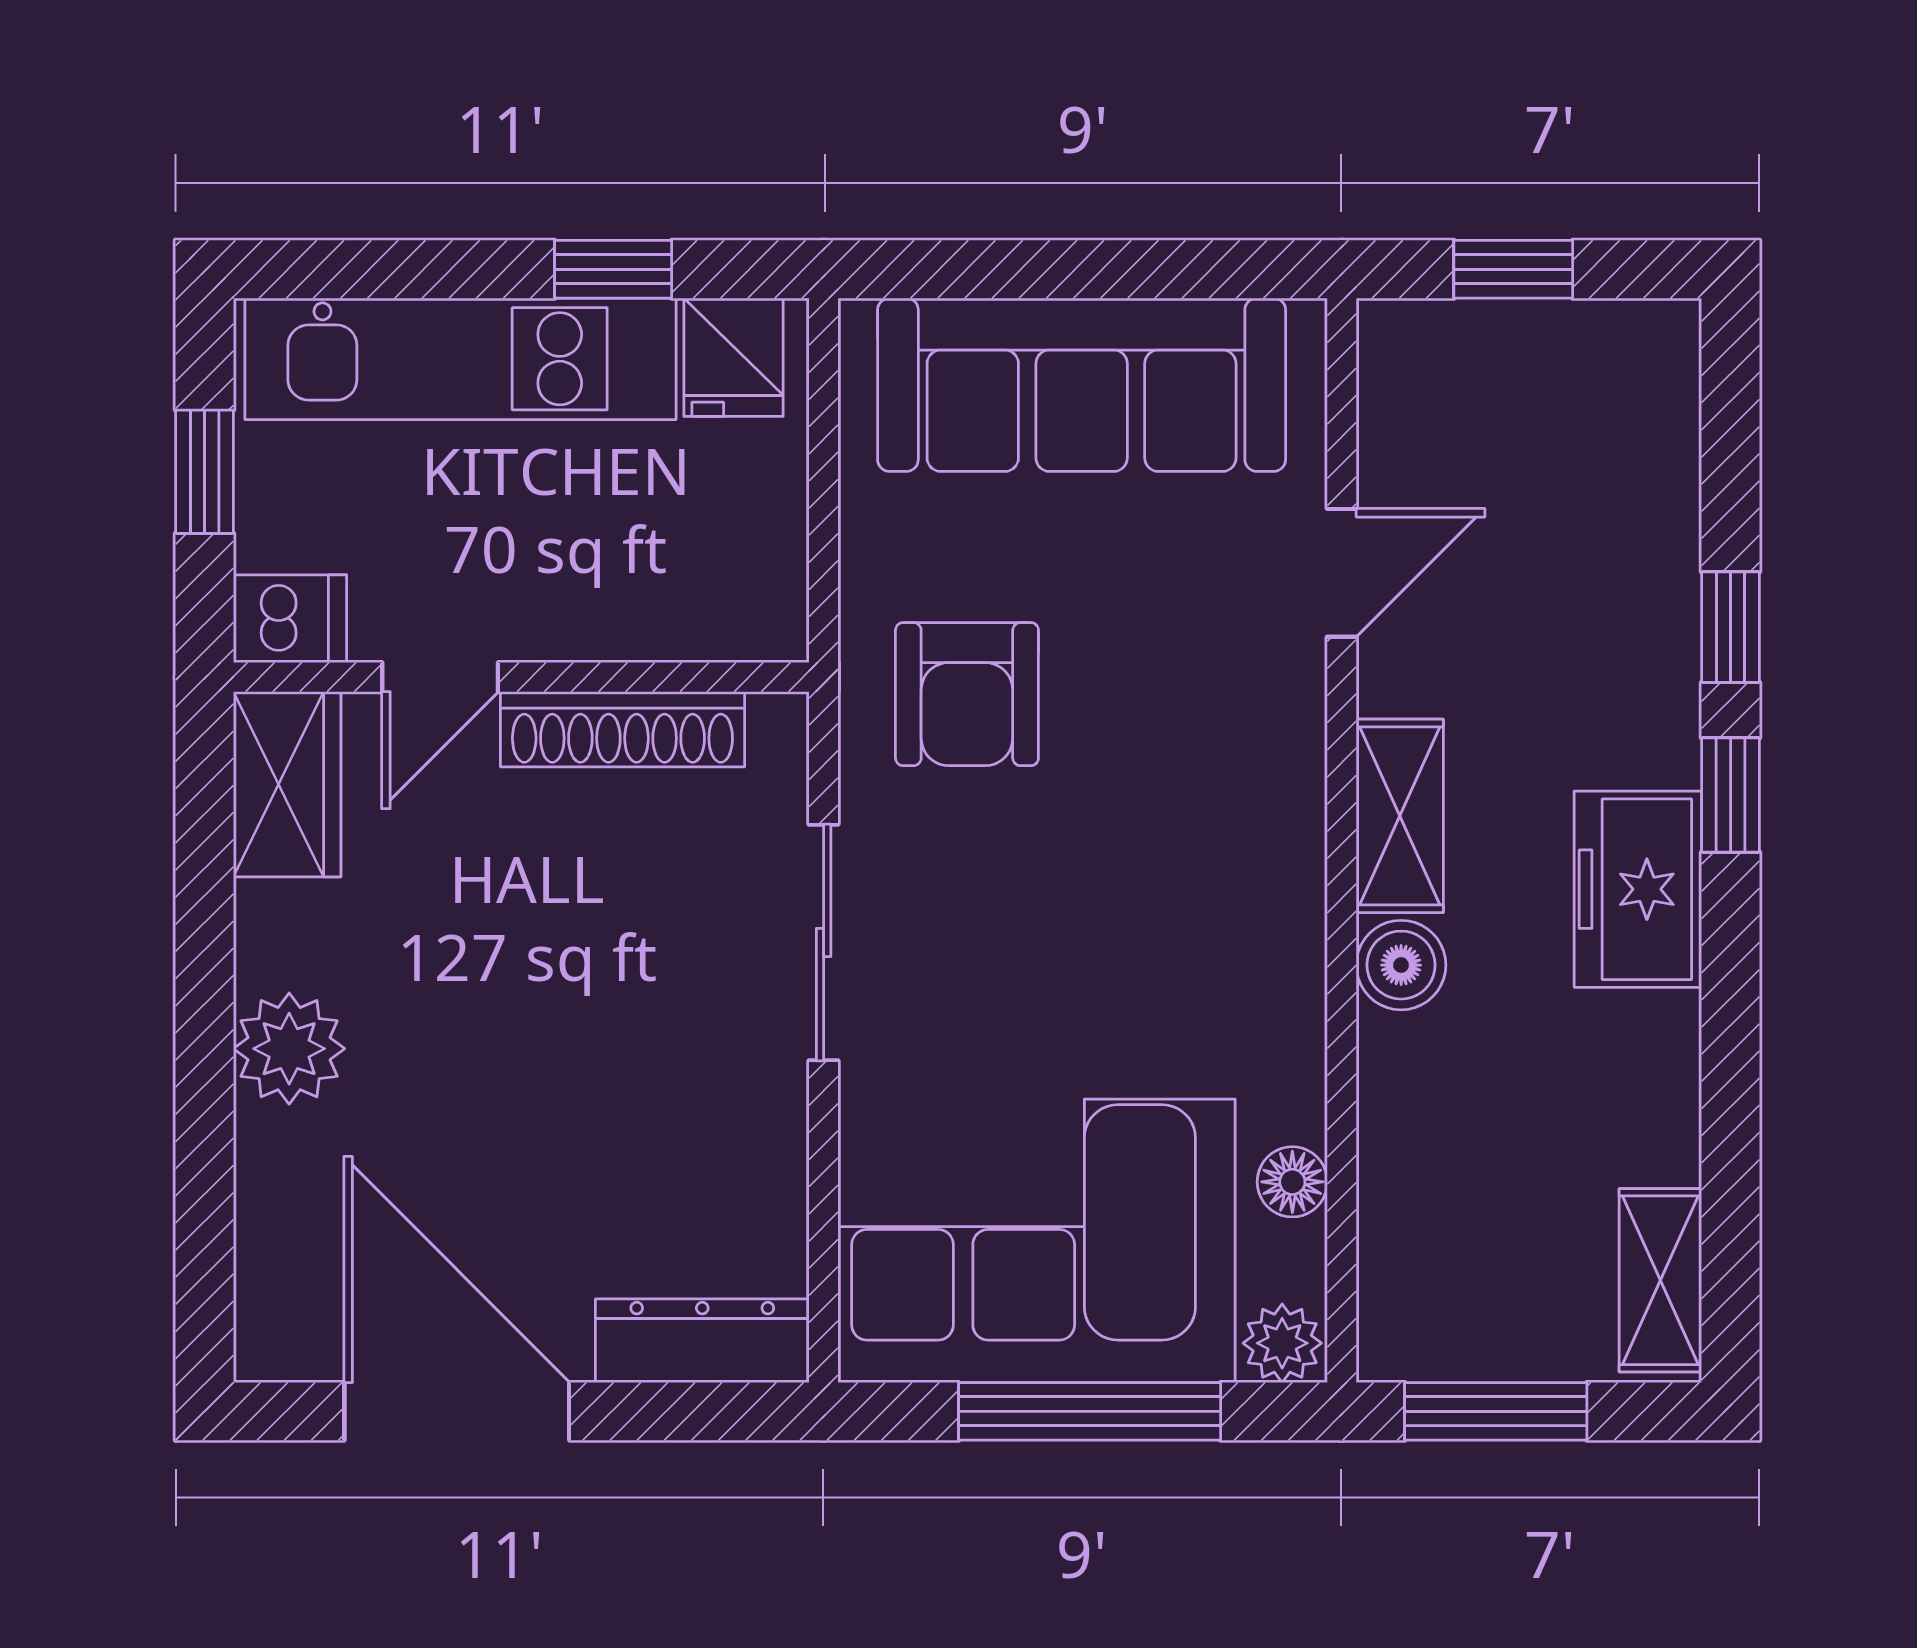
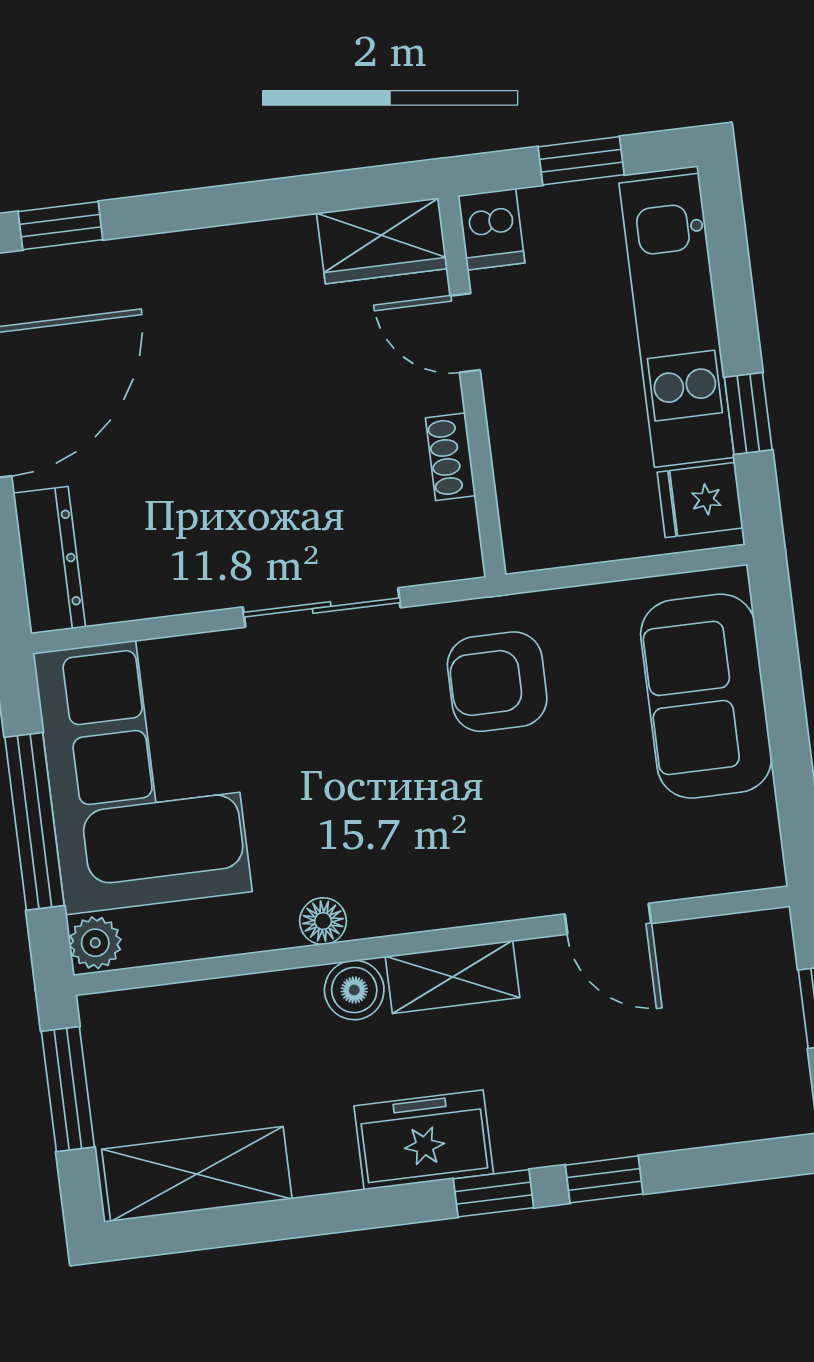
sofa: (1082, 385) -> (706, 696), width x0.73
shoe rack: (622, 729) -> (451, 457), width x0.51, depth x0.81
plant: (289, 1049) -> (208, 264), removed
floor lamp: (1292, 1182) -> (323, 921), moved
window: (205, 1262) -> (60, 226), added
shelving: (1660, 1280) -> (197, 1174), width x1.50, depth x1.33

